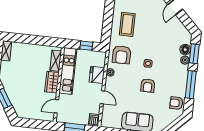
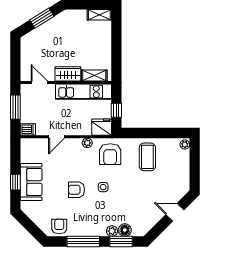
coffee table: (127, 24) -> (147, 157), turned 90
armchair: (122, 55) -> (110, 154), turned -90
fridge: (97, 75) -> (102, 127), moved

